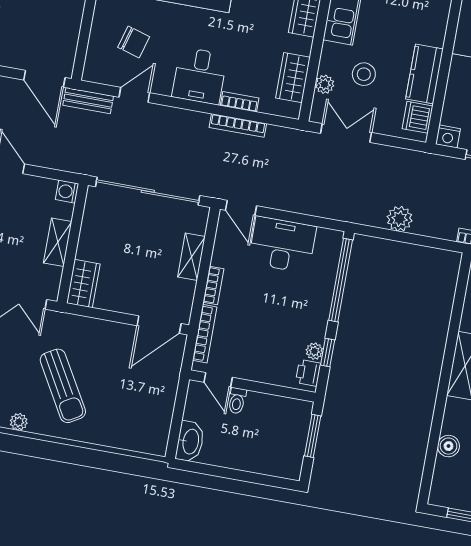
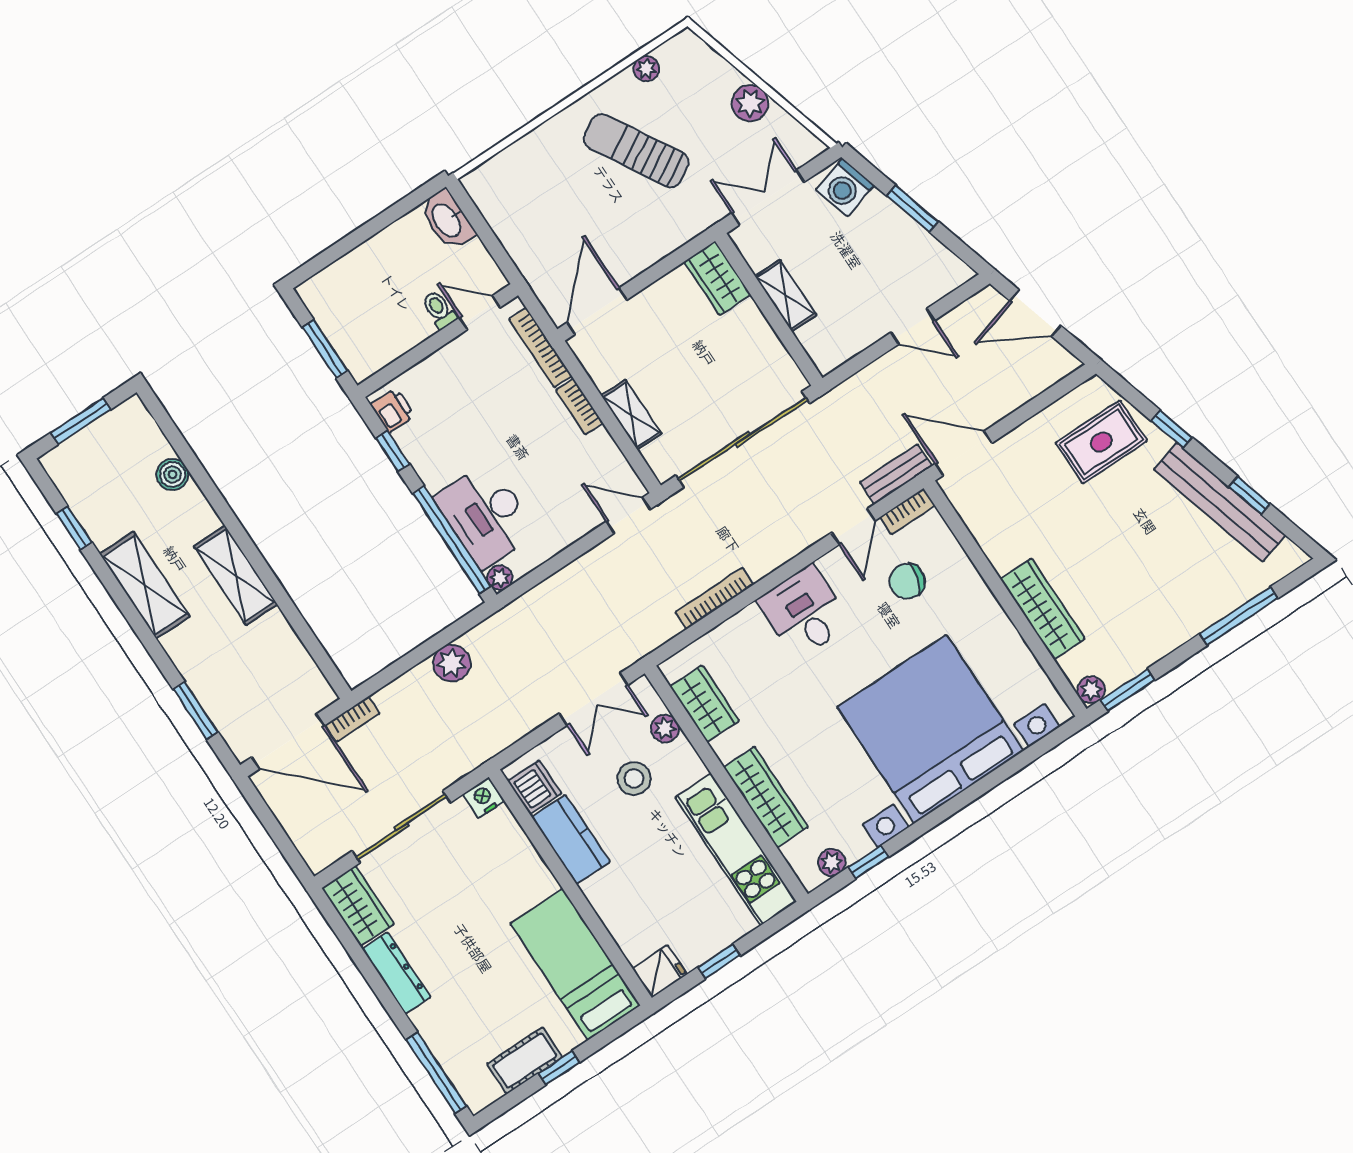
bookcase: (240, 102) -> (907, 511), moved
washing machine: (67, 192) -> (827, 358), removed
desk: (282, 245) -> (486, 515), moved, turned 90
plant: (314, 351) -> (500, 578), moved

